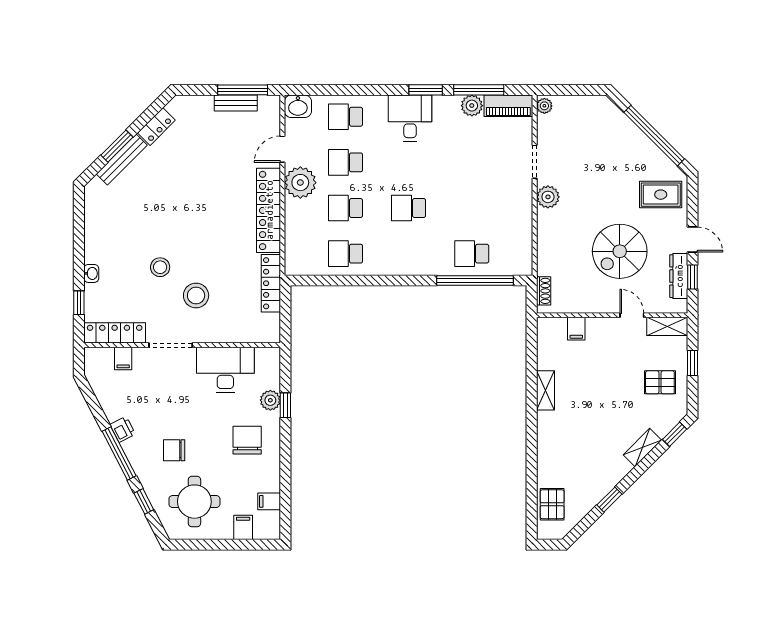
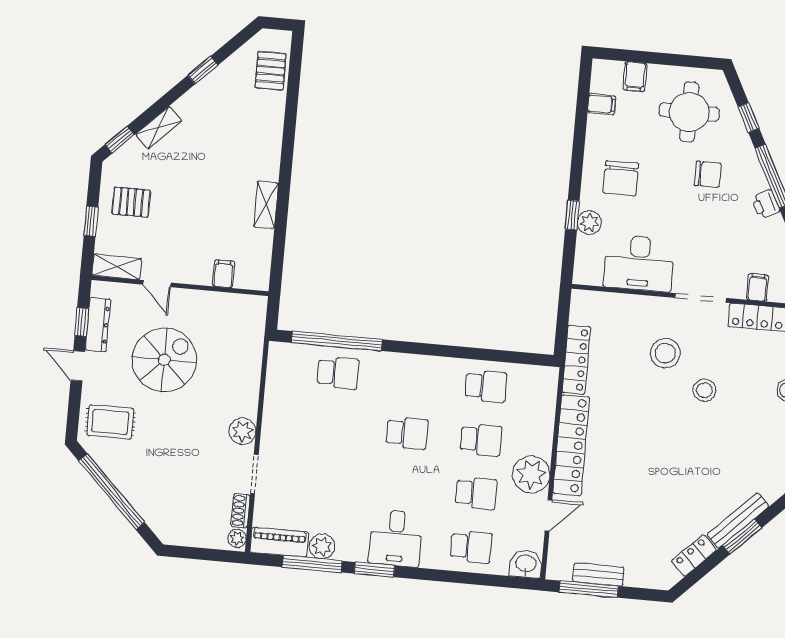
shoe rack: (544, 291) -> (241, 511), moved

